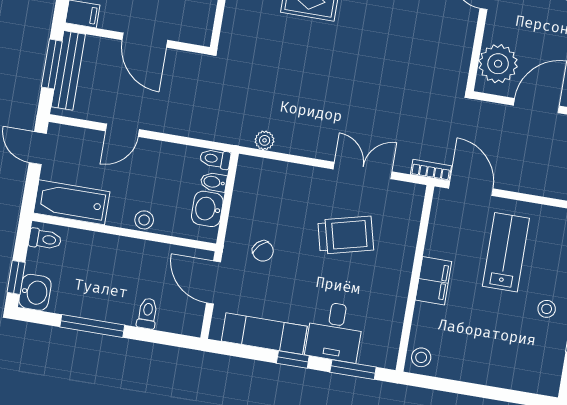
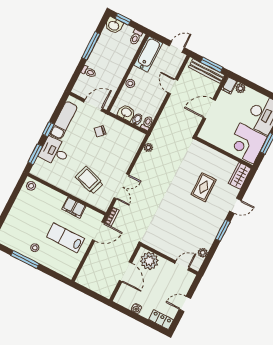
trolley: (346, 235) -> (89, 180), moved, turned 122
lab bench: (506, 252) -> (65, 238), turned 180
filing cabinet: (433, 281) -> (74, 208), moved

